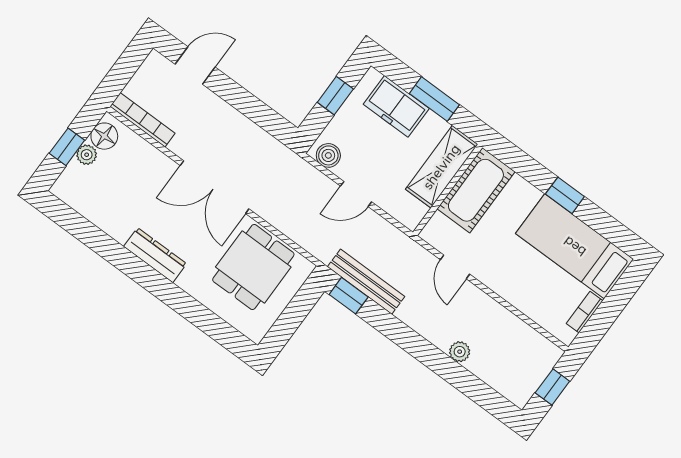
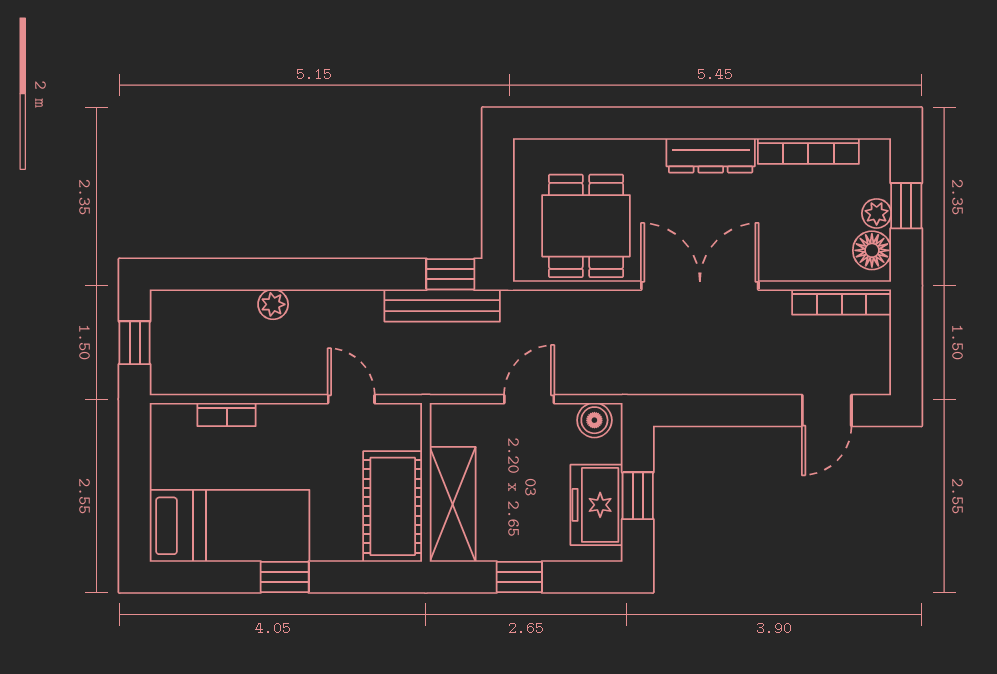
window: (434, 99) -> (519, 577), width x0.67
freezer: (396, 106) -> (596, 505), moved, turned -90
bookcase: (99, 217) -> (808, 151), added
bookcase: (585, 312) -> (227, 415), moved, turned 90

